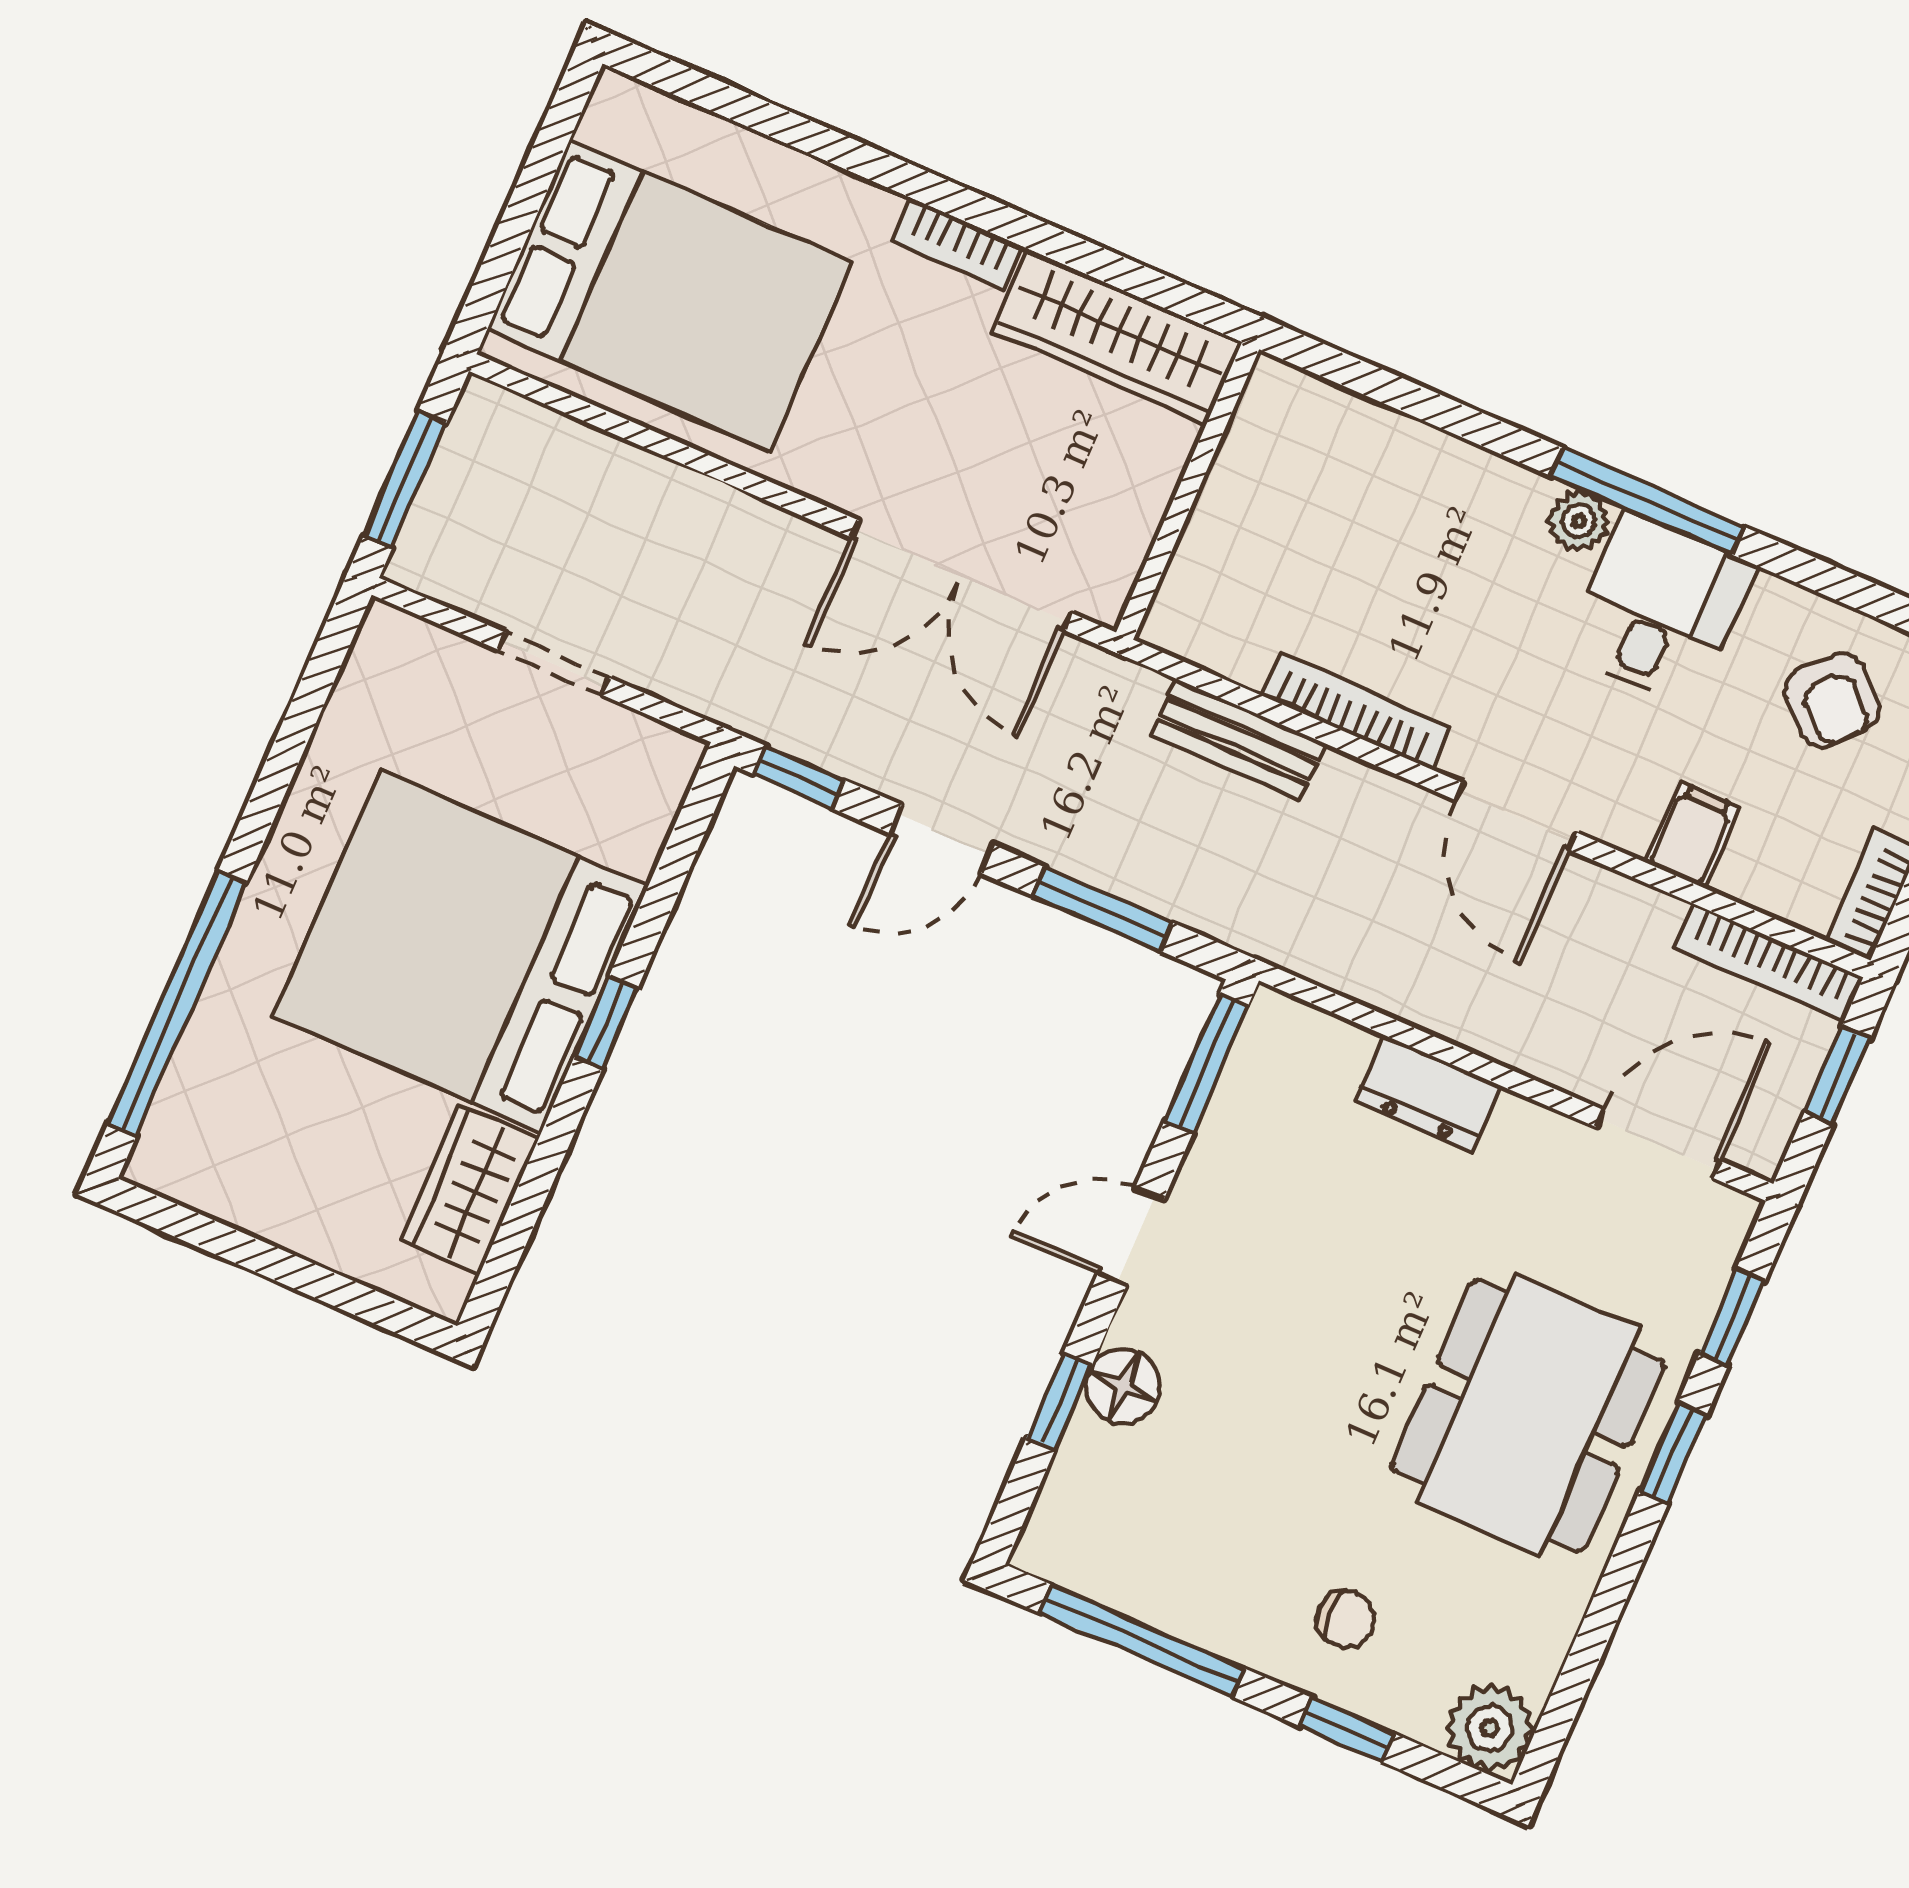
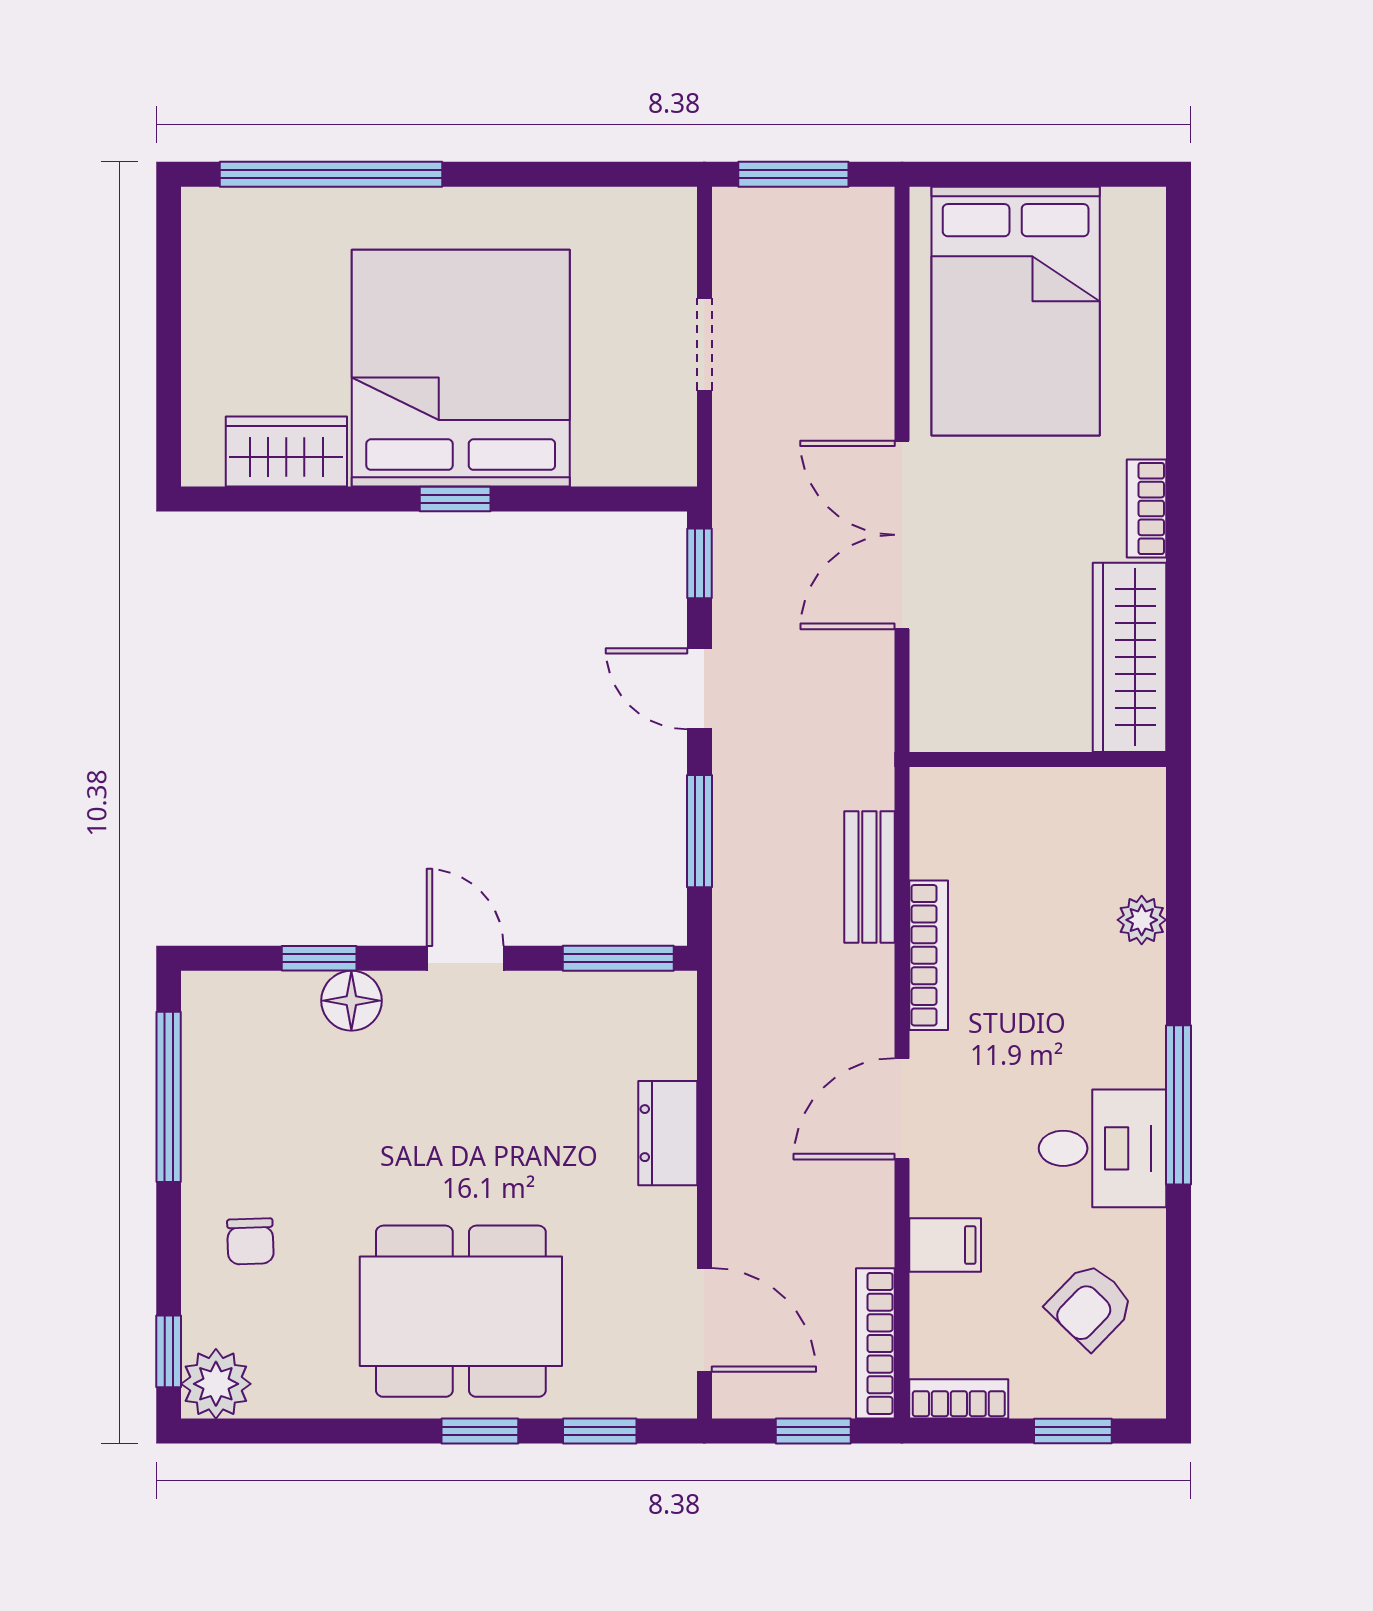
plant: (1579, 521) -> (1142, 920), moved
double door: (961, 575) -> (902, 535), moved
window: (1347, 1730) -> (169, 1351), moved

